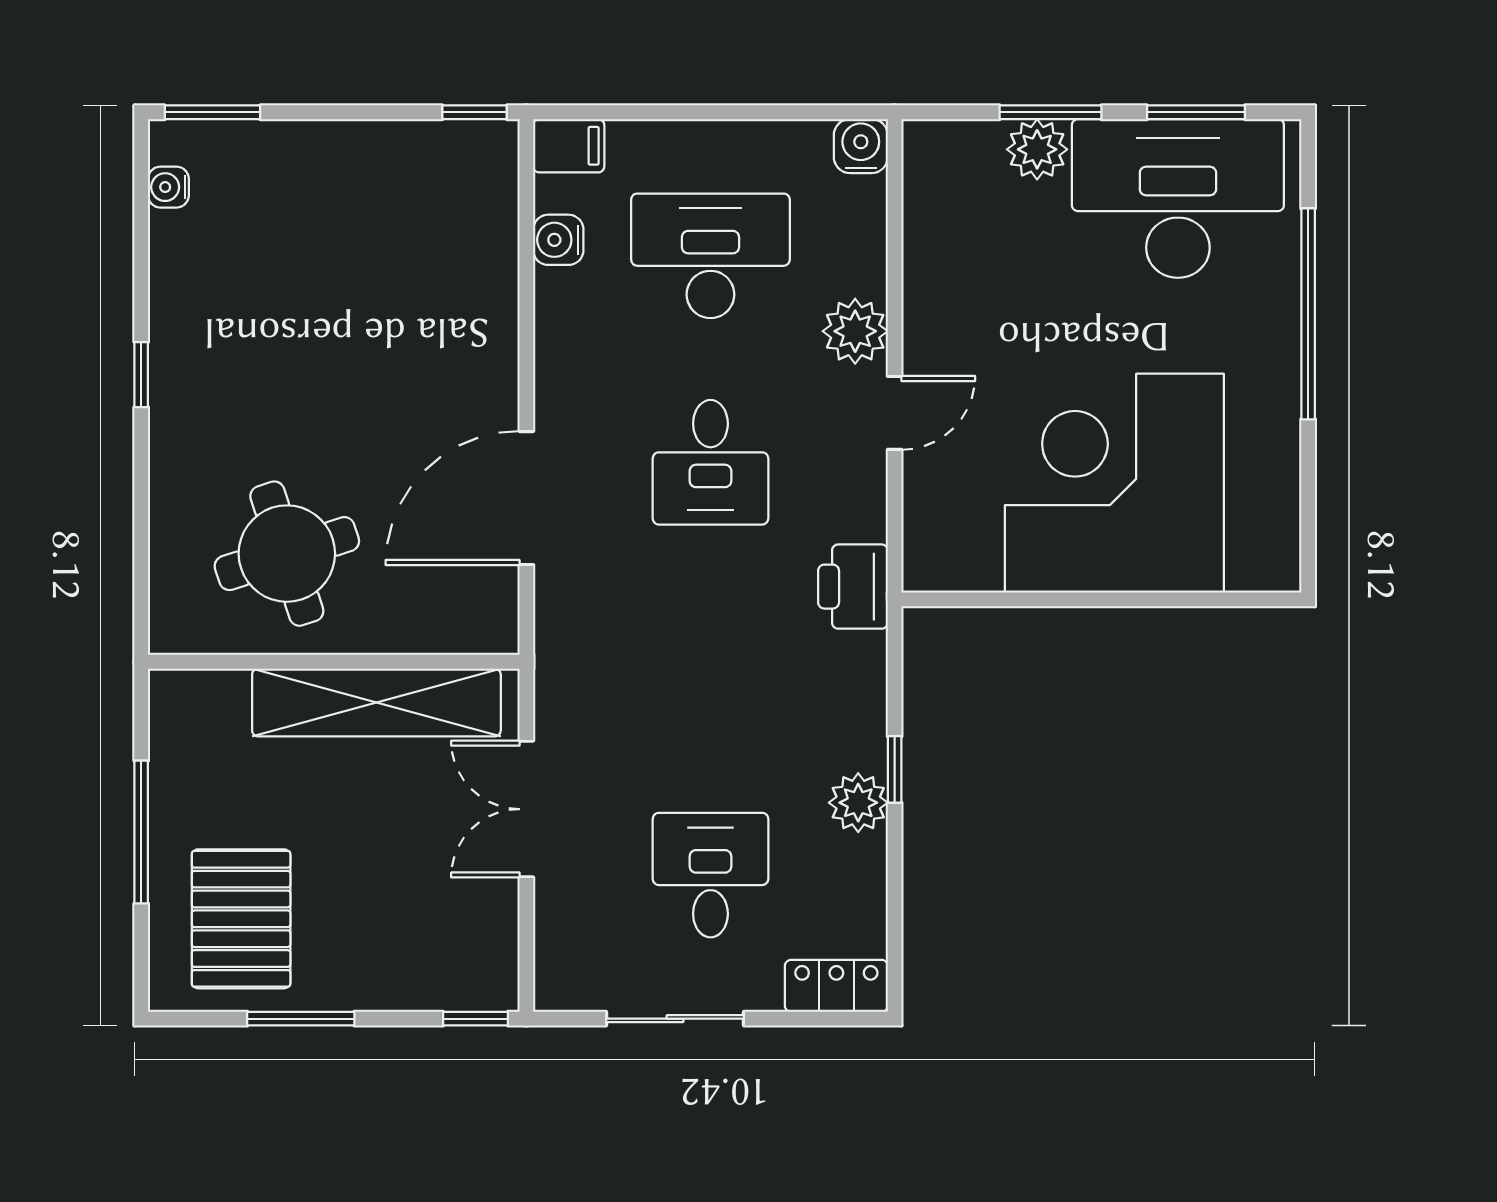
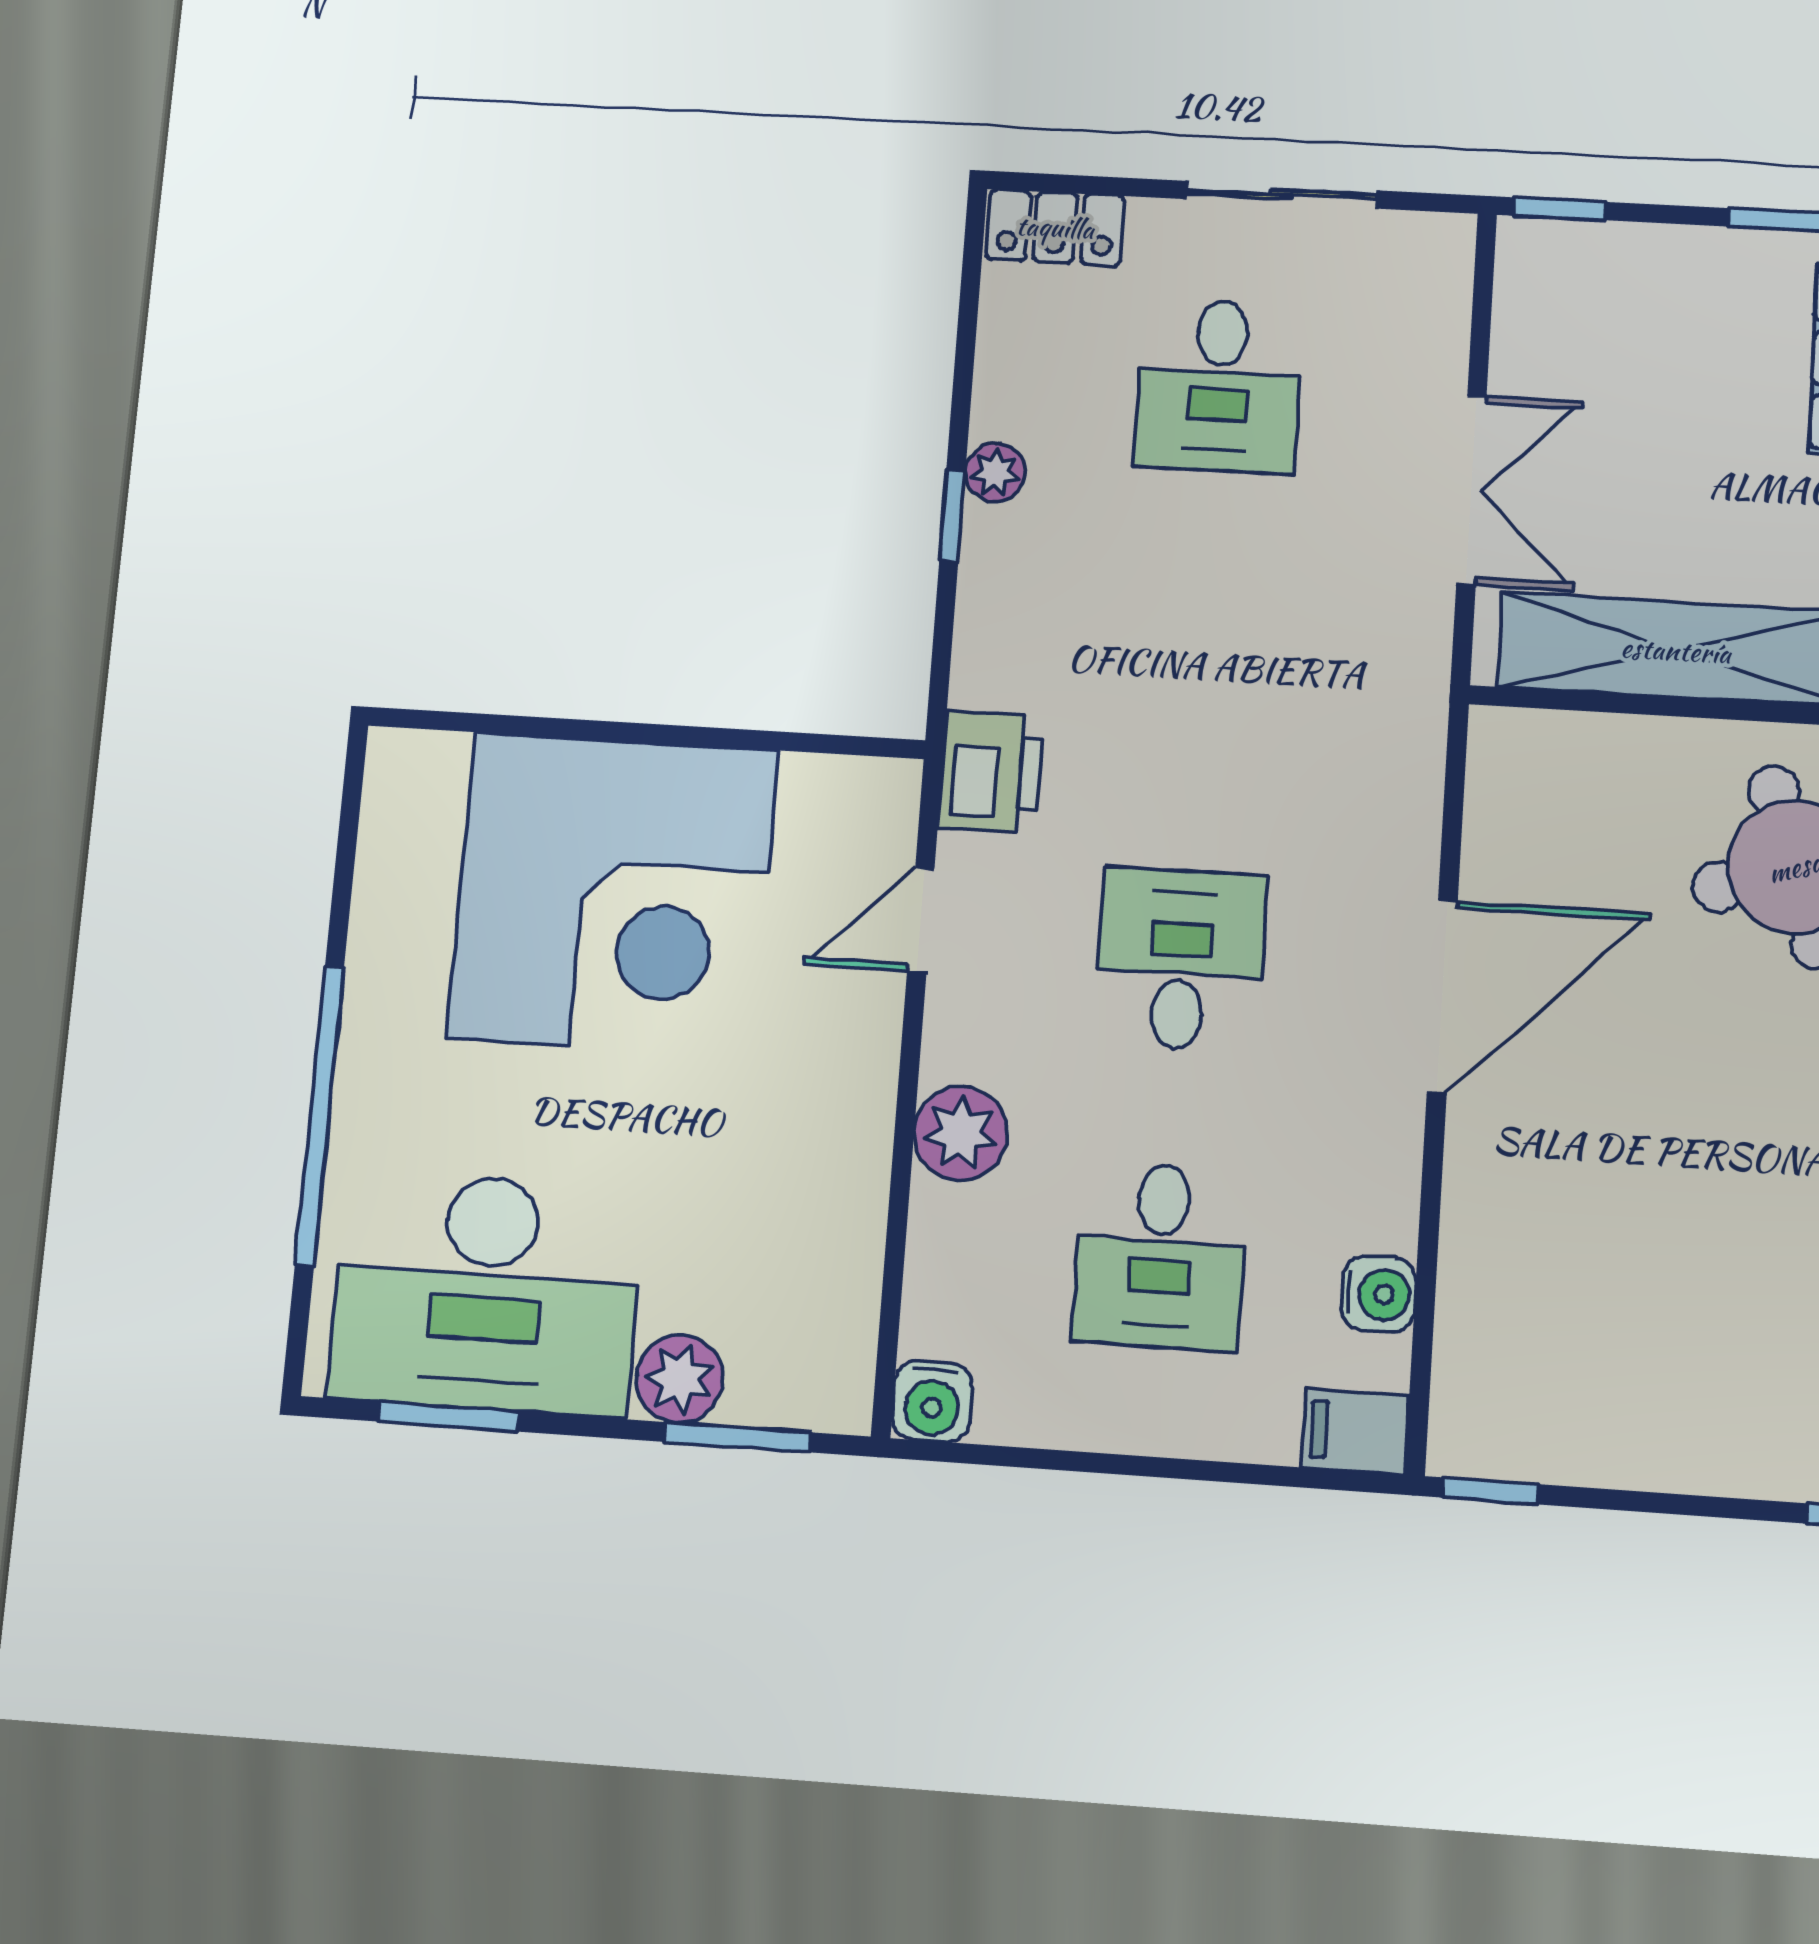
window: (1050, 112) -> (738, 1437), moved
desk: (710, 256) -> (1160, 1256), width x0.73
door: (895, 413) -> (921, 920), moved
door: (526, 498) -> (1442, 996), moved
plant: (858, 803) -> (995, 472), width x0.73, depth x0.73

